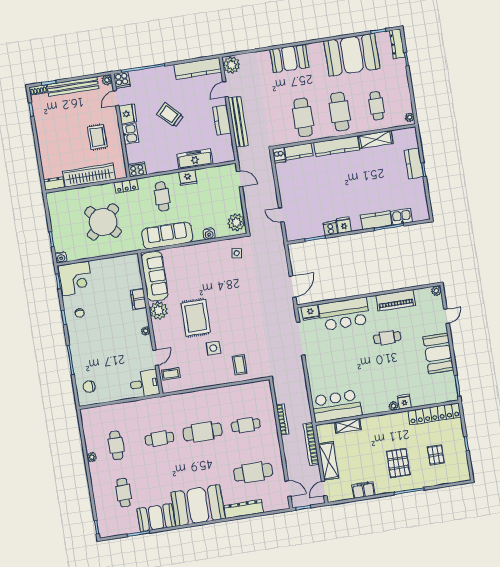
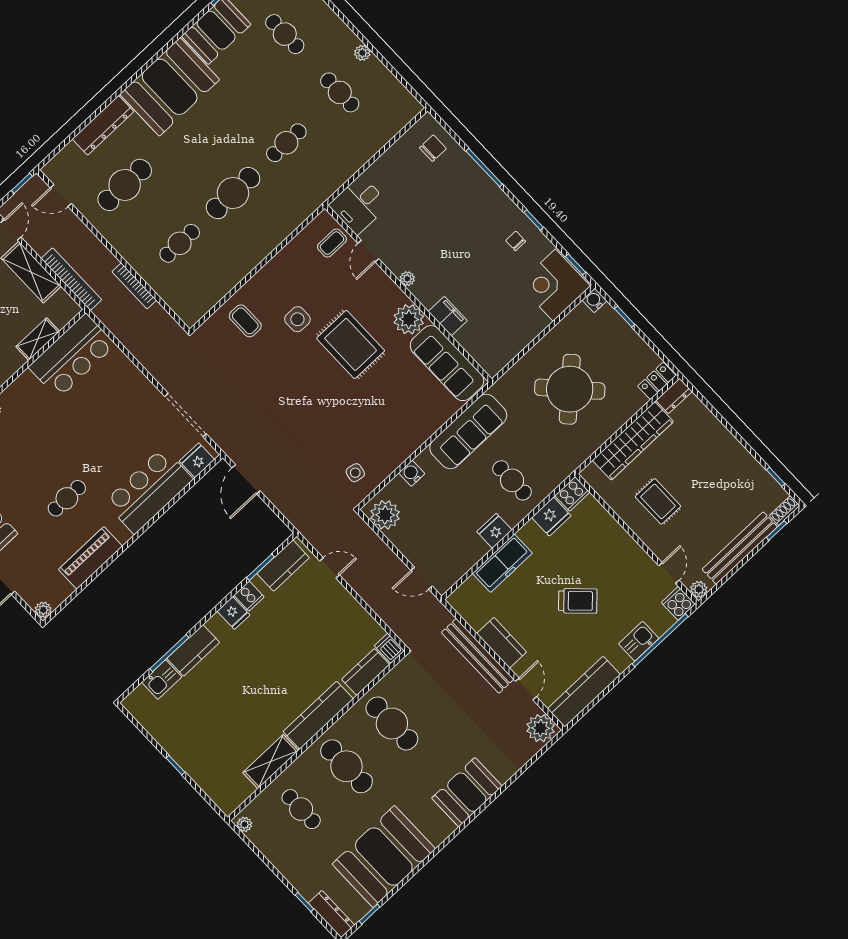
fridge: (128, 114) -> (551, 517), moved, turned -90
kitchen sink: (130, 134) -> (639, 641), moved, turned 90
kitchen counter: (414, 163) -> (283, 566), moved, turned 90
locker: (126, 186) -> (657, 381), moved

